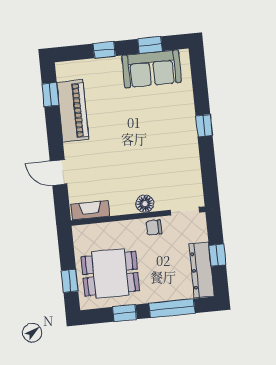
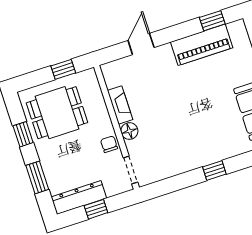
fireplace: (90, 210) -> (120, 105), moved
dining table: (110, 274) -> (57, 113), turned 90
window: (70, 281) -> (63, 69), moved
window: (172, 308) -> (37, 177), width x0.69

